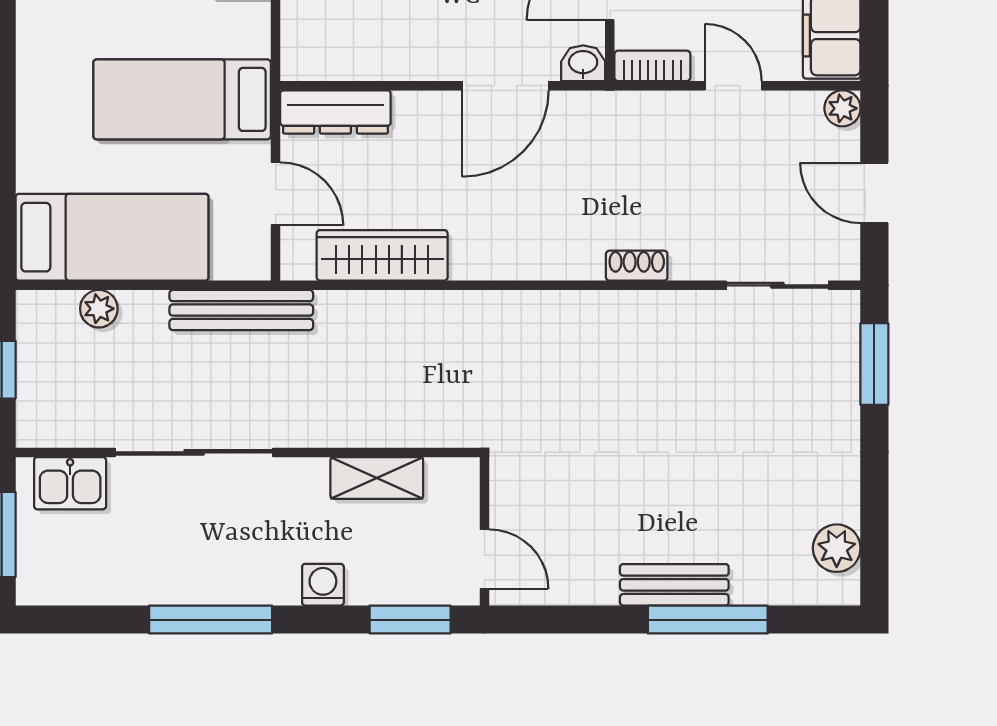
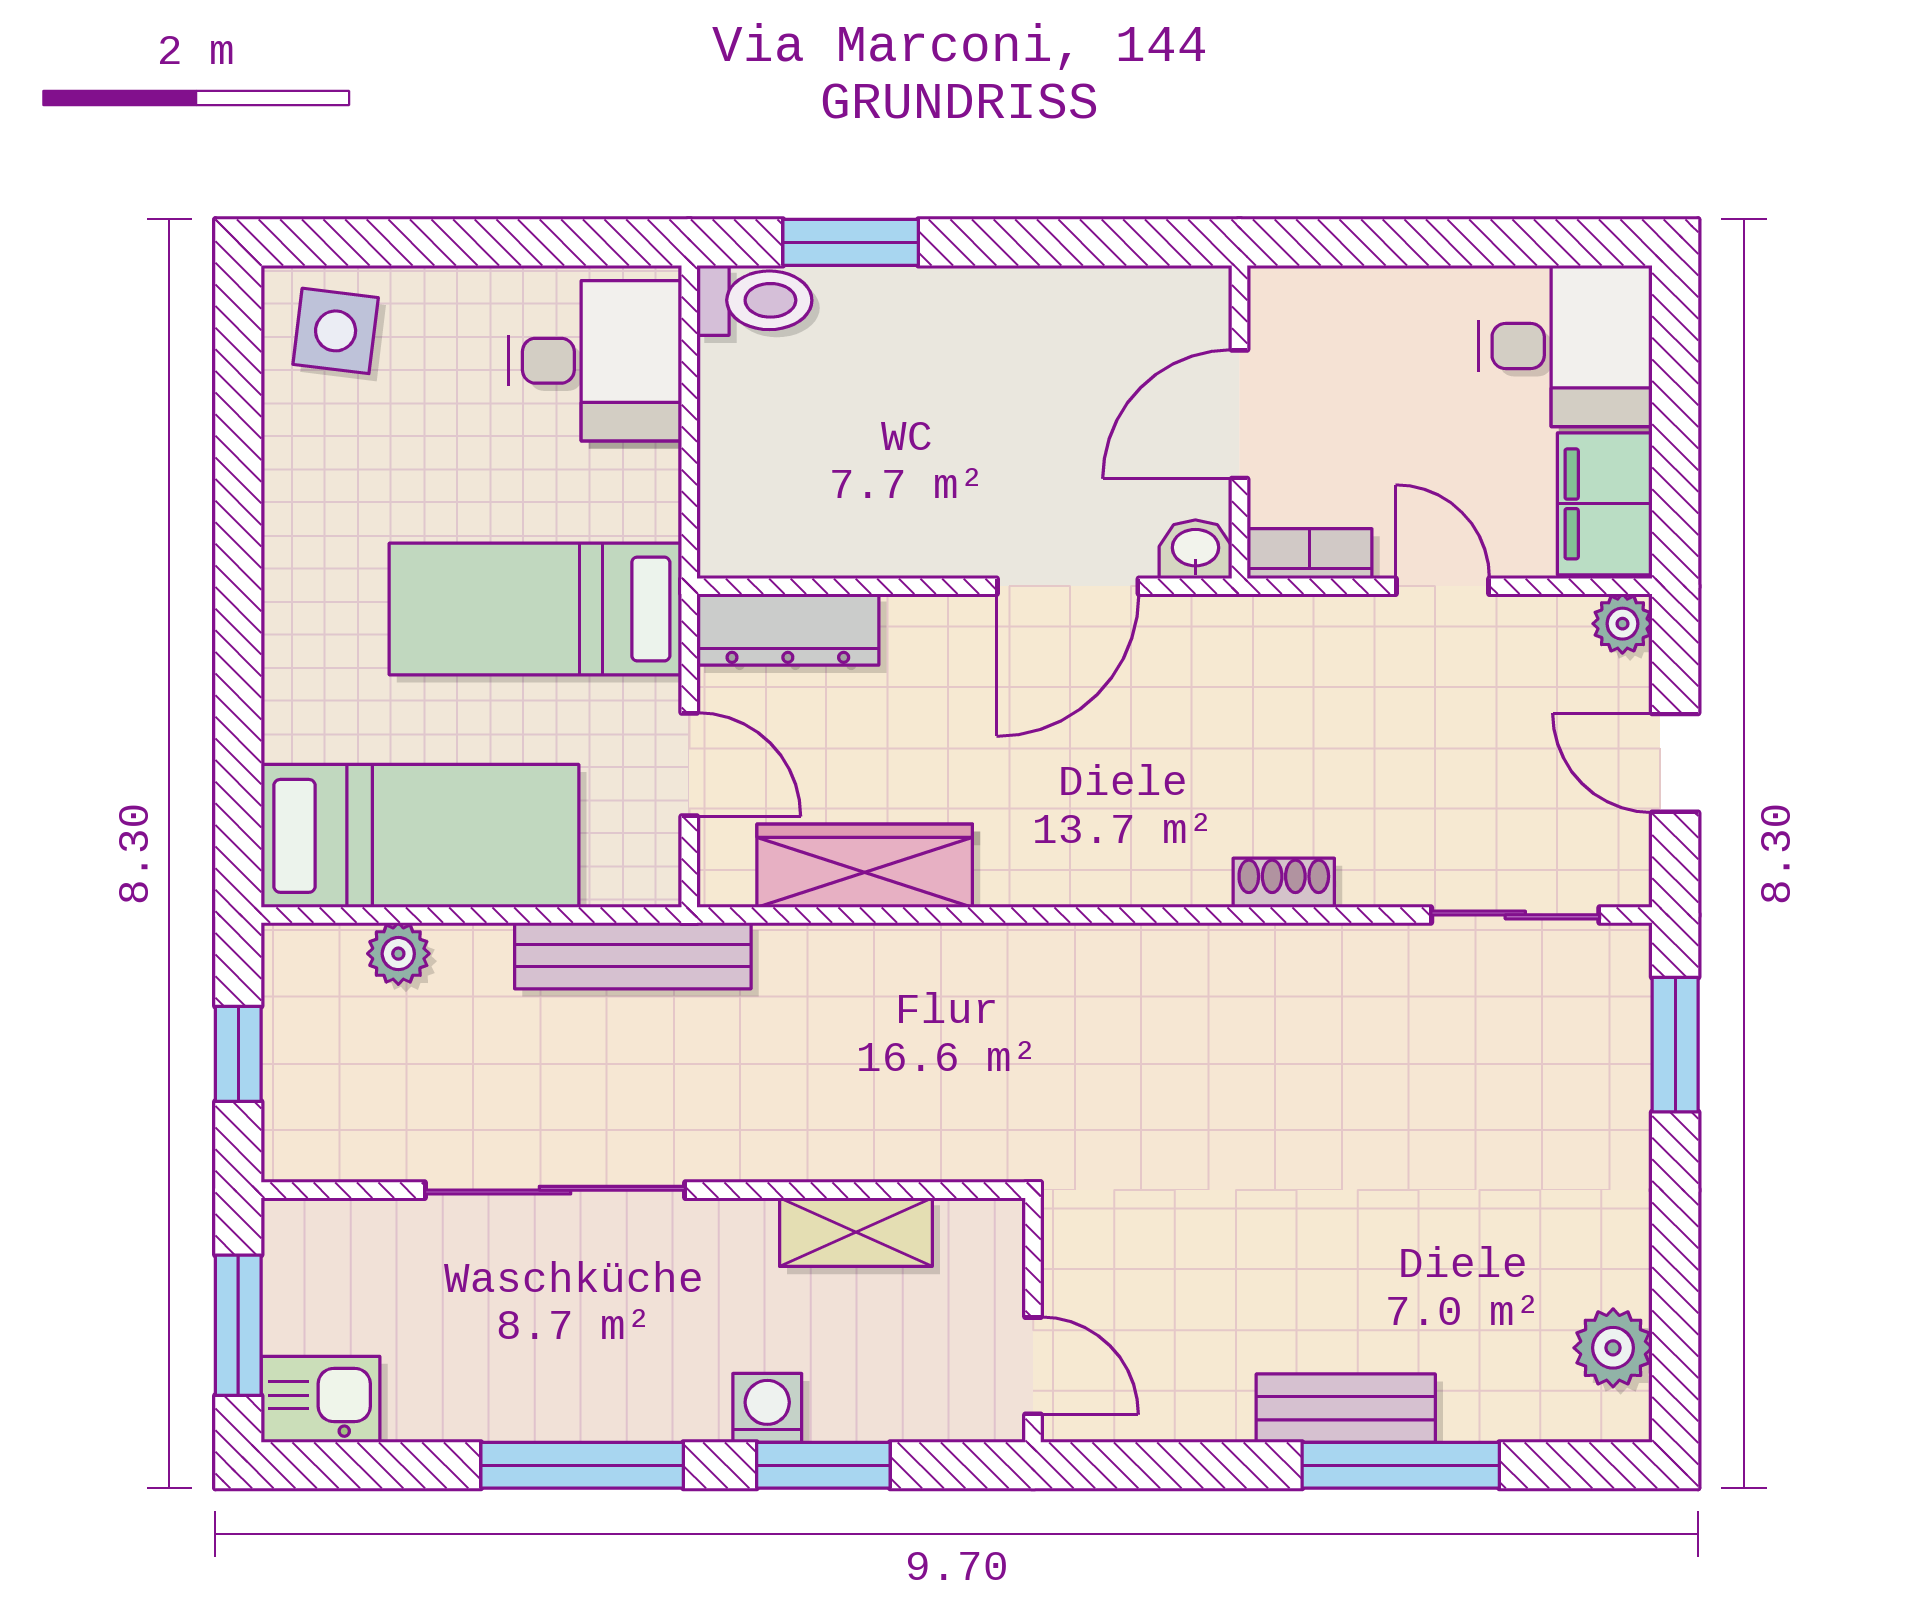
kitchen sink: (70, 483) -> (321, 1399), moved, turned 180
window: (410, 620) -> (823, 1465), moved

